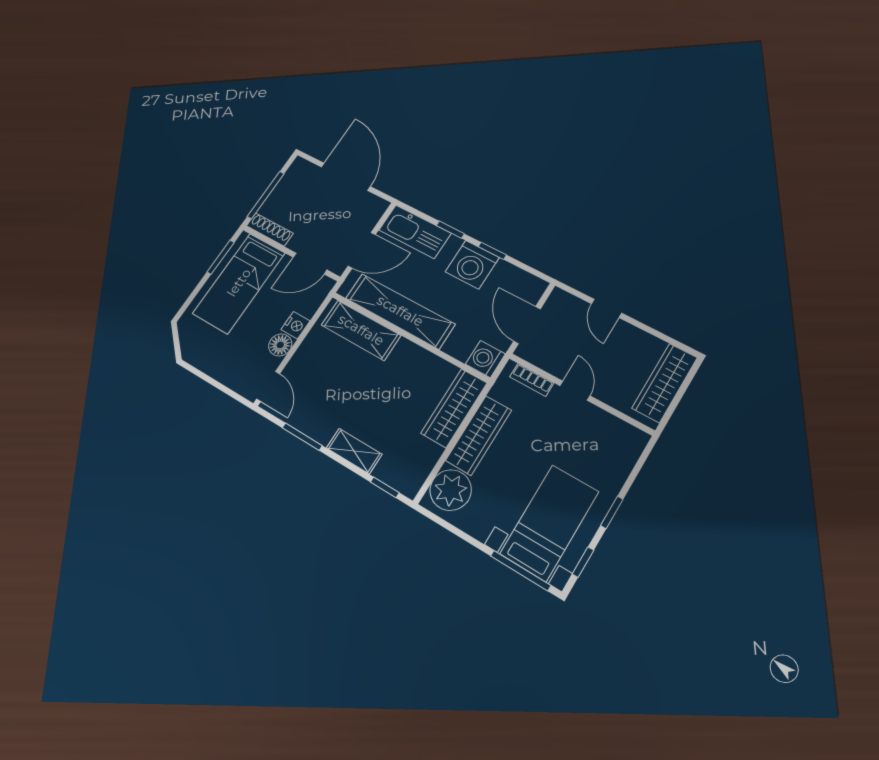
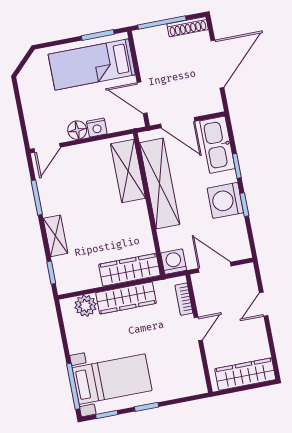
shoe rack: (270, 229) -> (188, 27), moved, turned 90
door: (527, 325) -> (215, 267), hinge flipped
plant: (451, 490) -> (85, 306), width x0.73, depth x0.73

